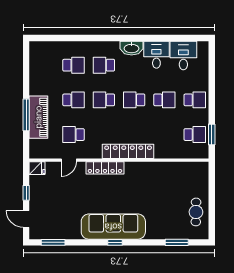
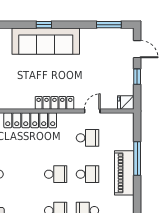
school desk: (74, 100) -> (87, 174), turned 180
school desk: (134, 100) -> (24, 174), removed
piano: (38, 117) -> (124, 173), moved

